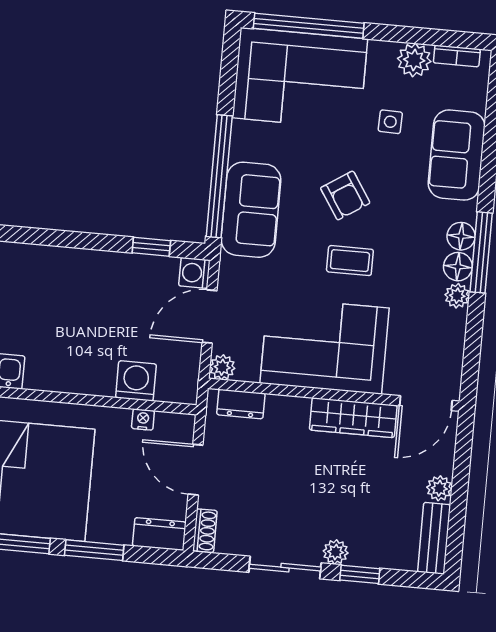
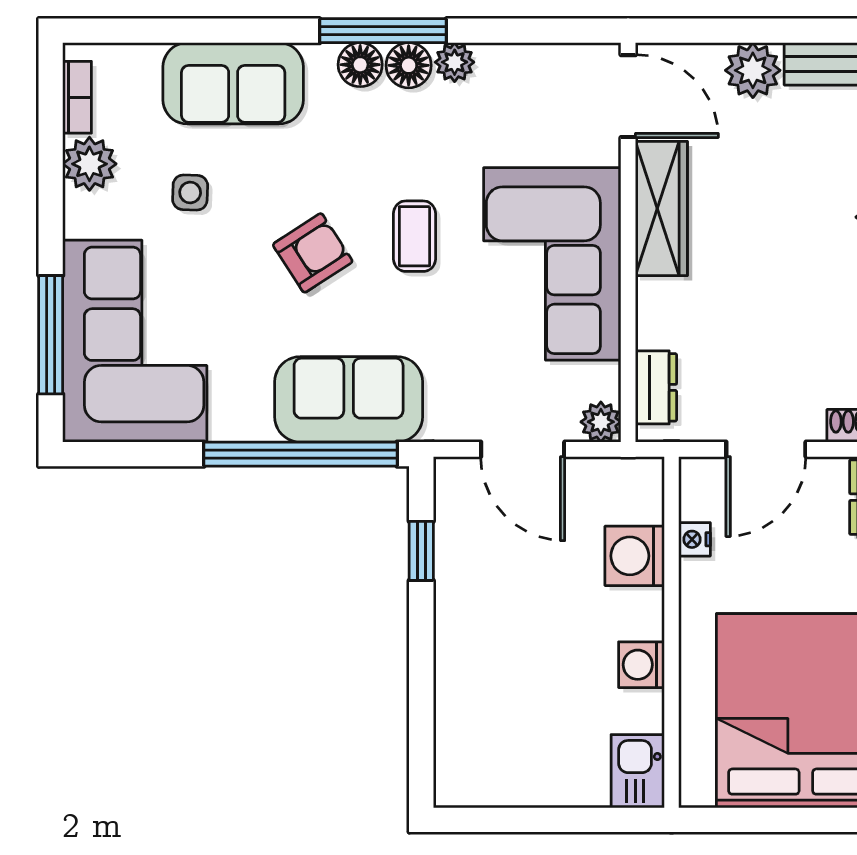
window: (309, 26) -> (51, 335), width x0.68
washing machine: (194, 273) -> (641, 665), moved, turned 90
plant: (439, 488) -> (753, 70), width x1.38, depth x1.38

